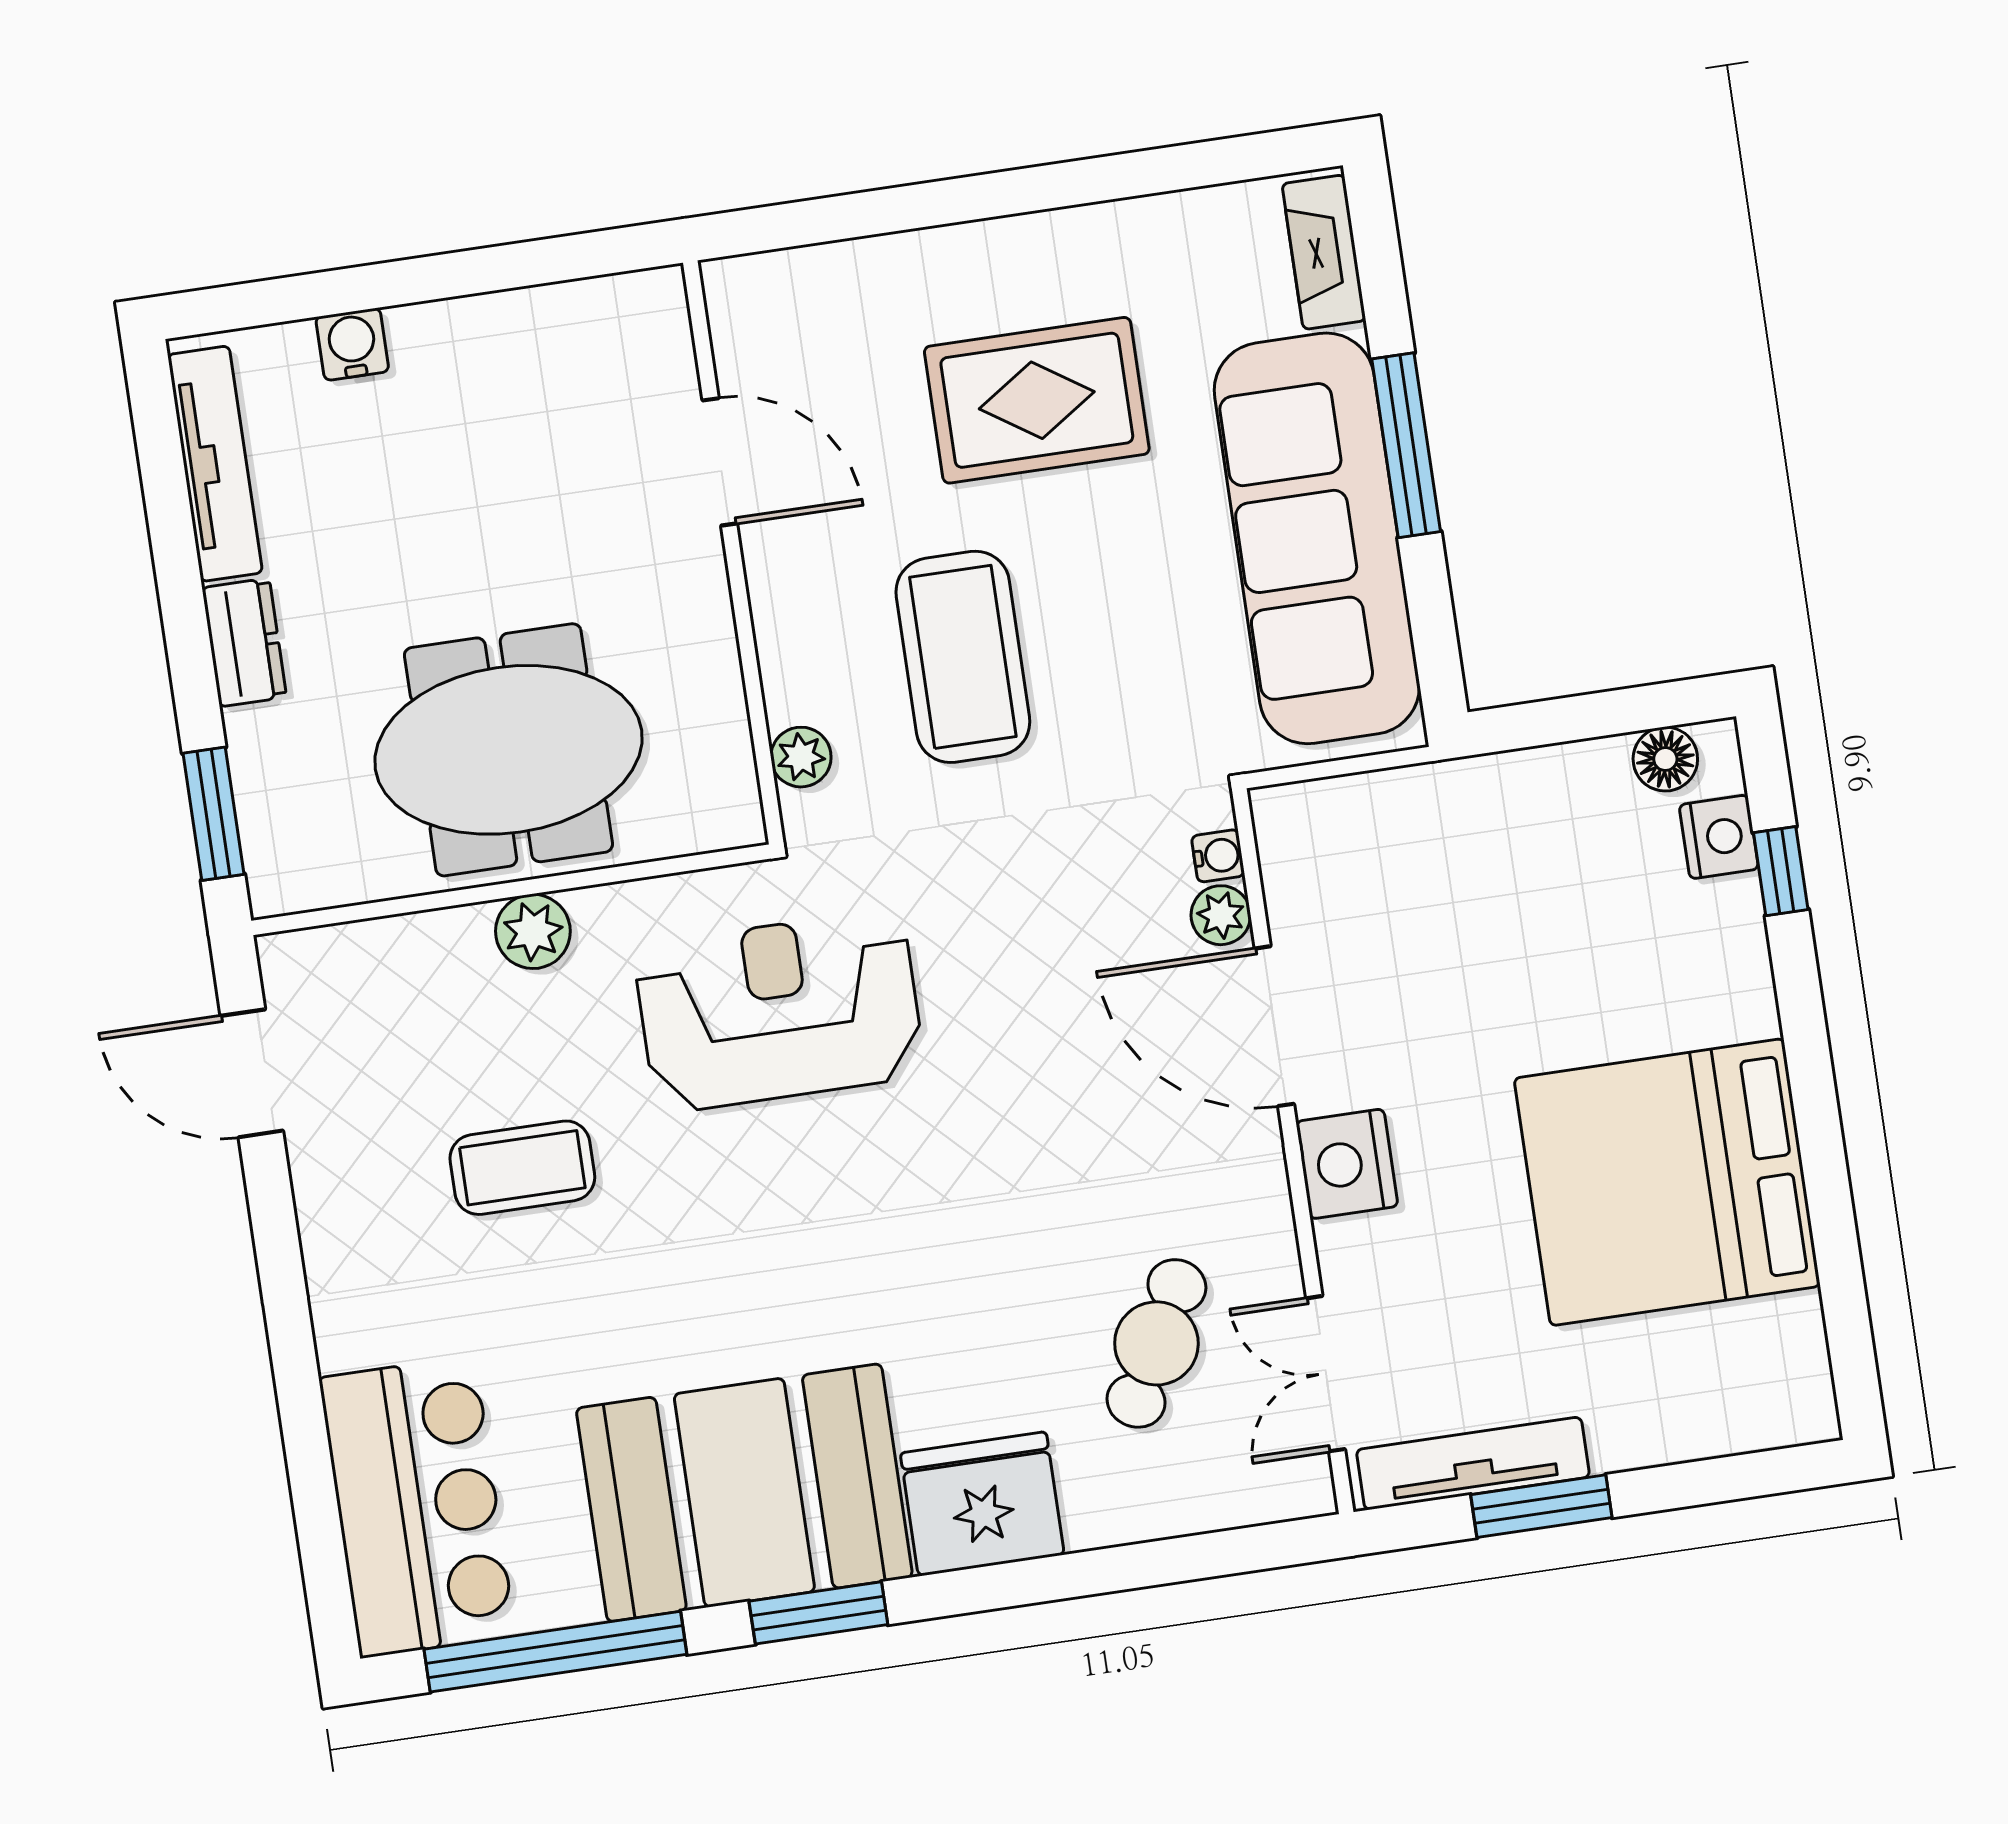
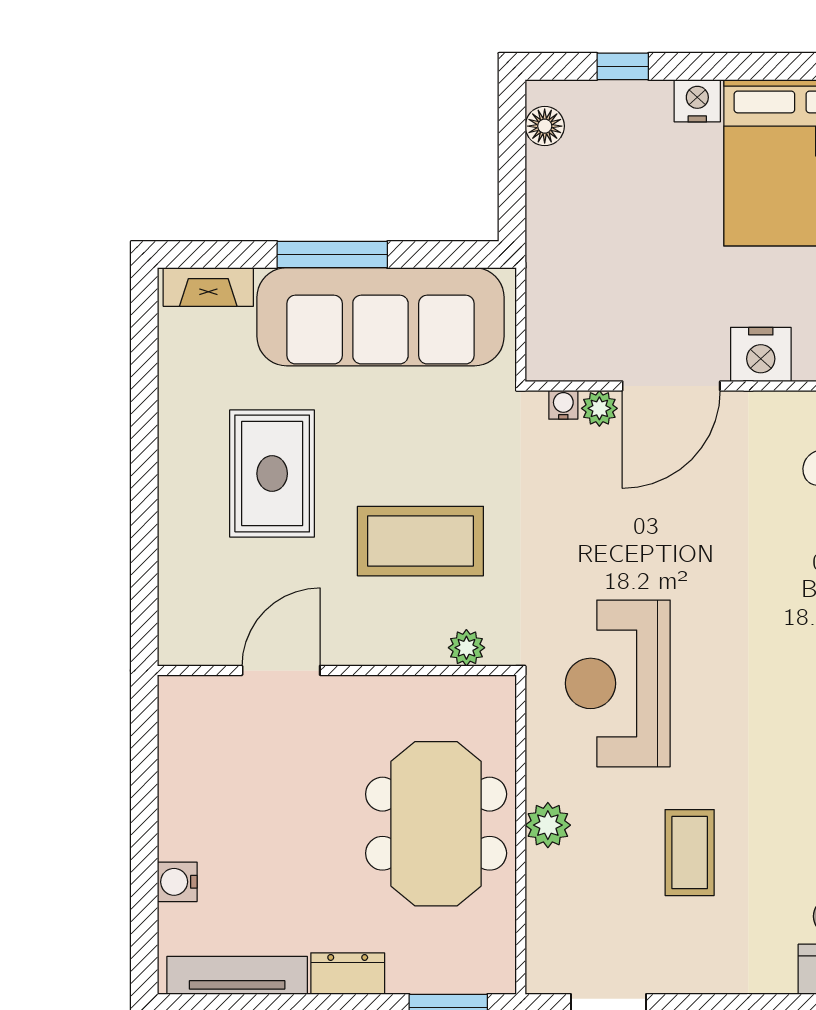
nightstand: (1719, 837) -> (697, 101), moved

